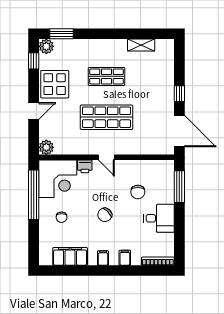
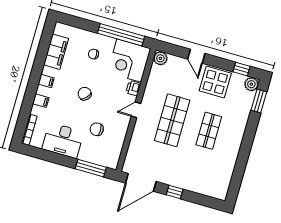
shelving: (141, 45) -> (228, 170), removed
desk: (159, 218) -> (63, 140), width x1.37

